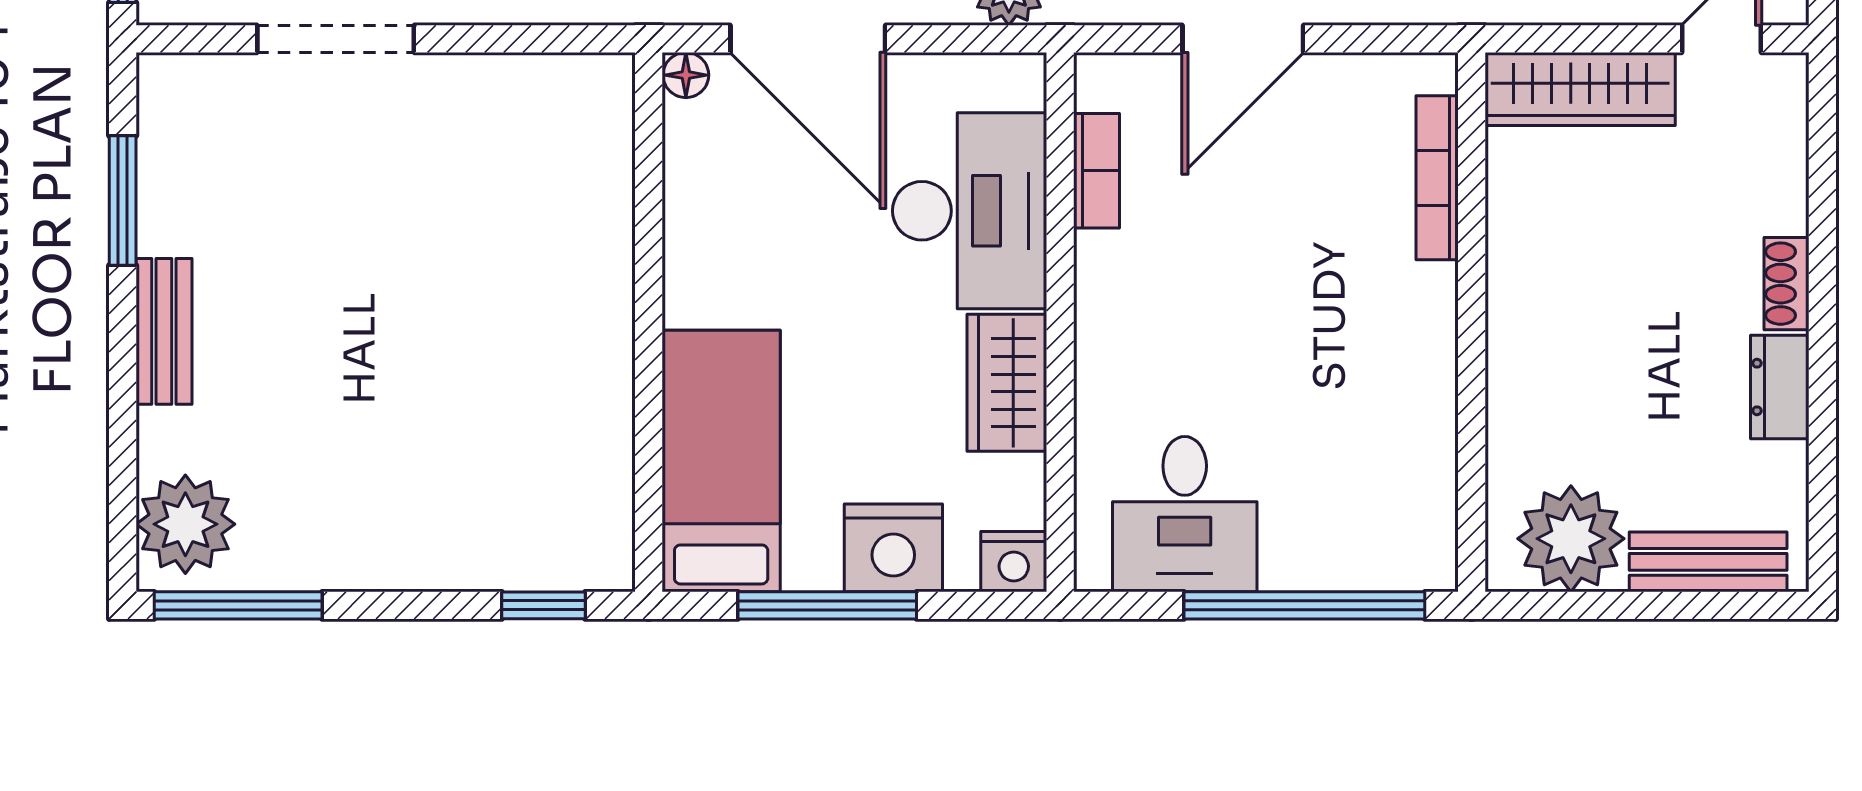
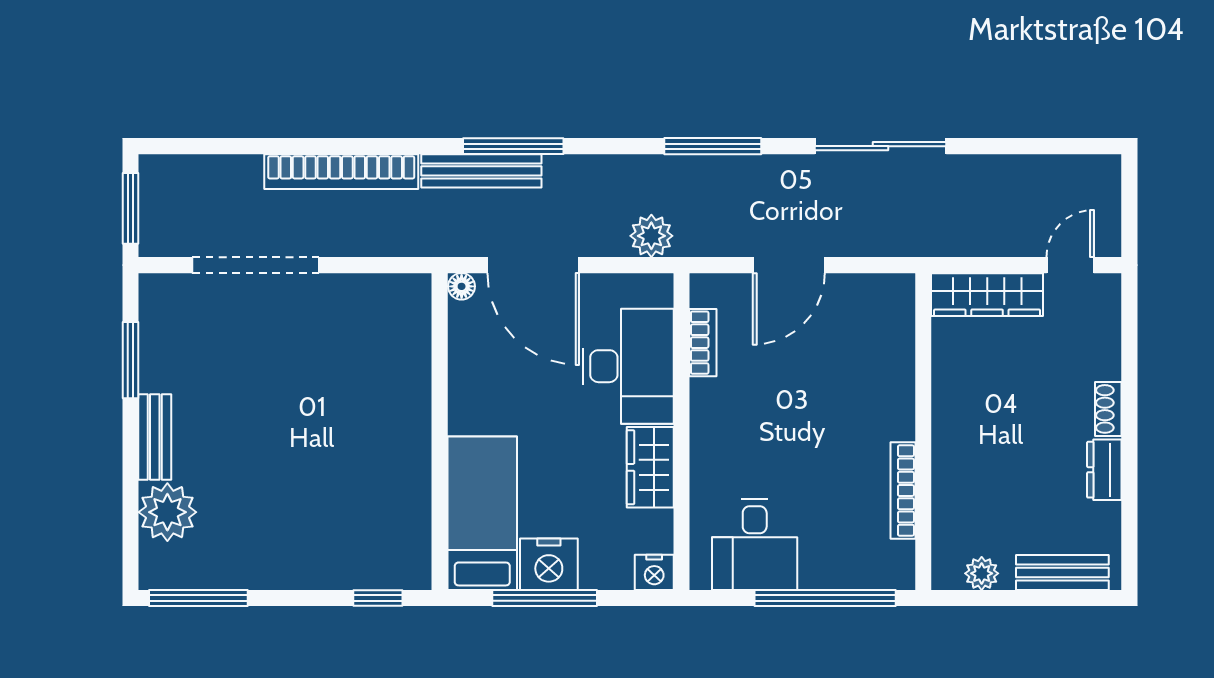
doorway: (336, 39) -> (256, 265), width x1.36
bookcase: (1437, 178) -> (903, 490), moved
plant: (185, 524) -> (167, 512), moved
plant: (1571, 539) -> (982, 573), width x0.53, depth x0.53
nightstand: (893, 548) -> (549, 564), moved

